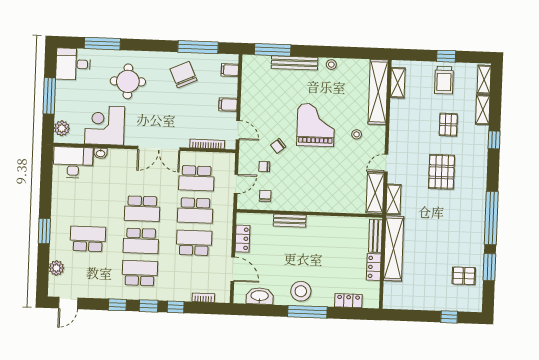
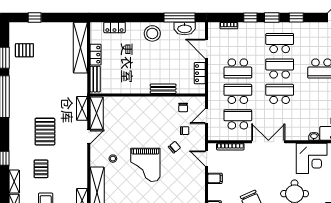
shelving: (394, 248) -> (80, 48), moved
school desk: (140, 273) -> (280, 43), turned 180
window: (307, 312) -> (180, 17), moved

